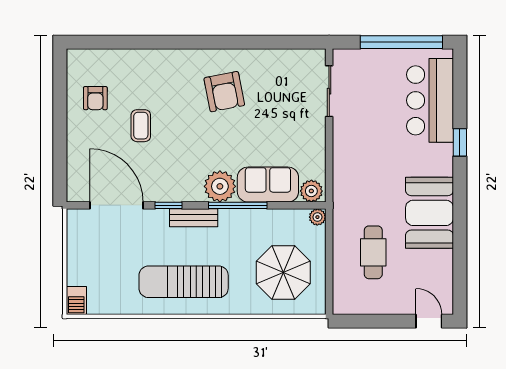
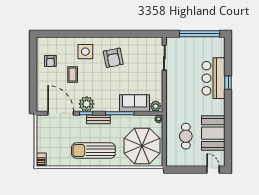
side table: (167, 79) -> (85, 52), added
bar counter: (430, 100) -> (214, 78), moved
plant: (220, 186) -> (87, 104), moved
booth: (430, 213) -> (213, 133), moved
parasol: (283, 273) -> (142, 146), width x1.36, depth x1.36

